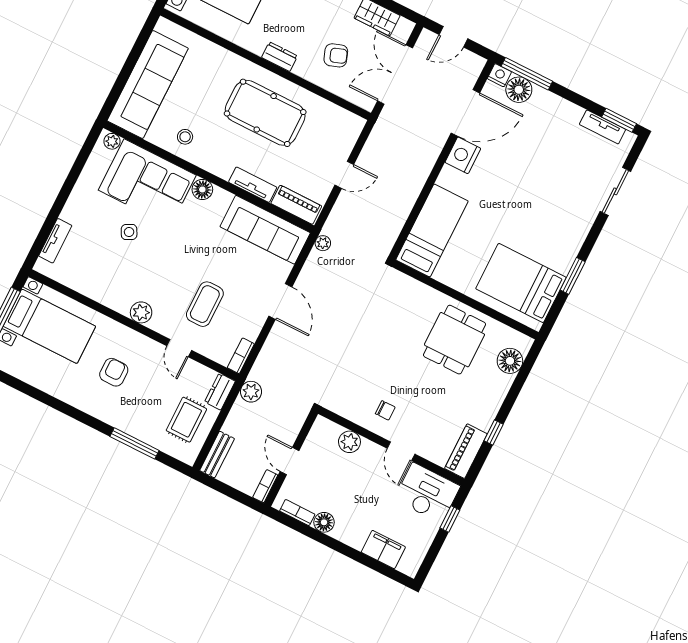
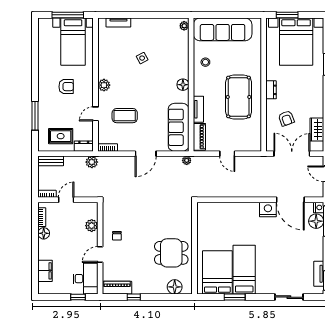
corner sofa: (147, 183) -> (172, 55), removed
bed: (432, 230) -> (244, 270), moved, turned -90

